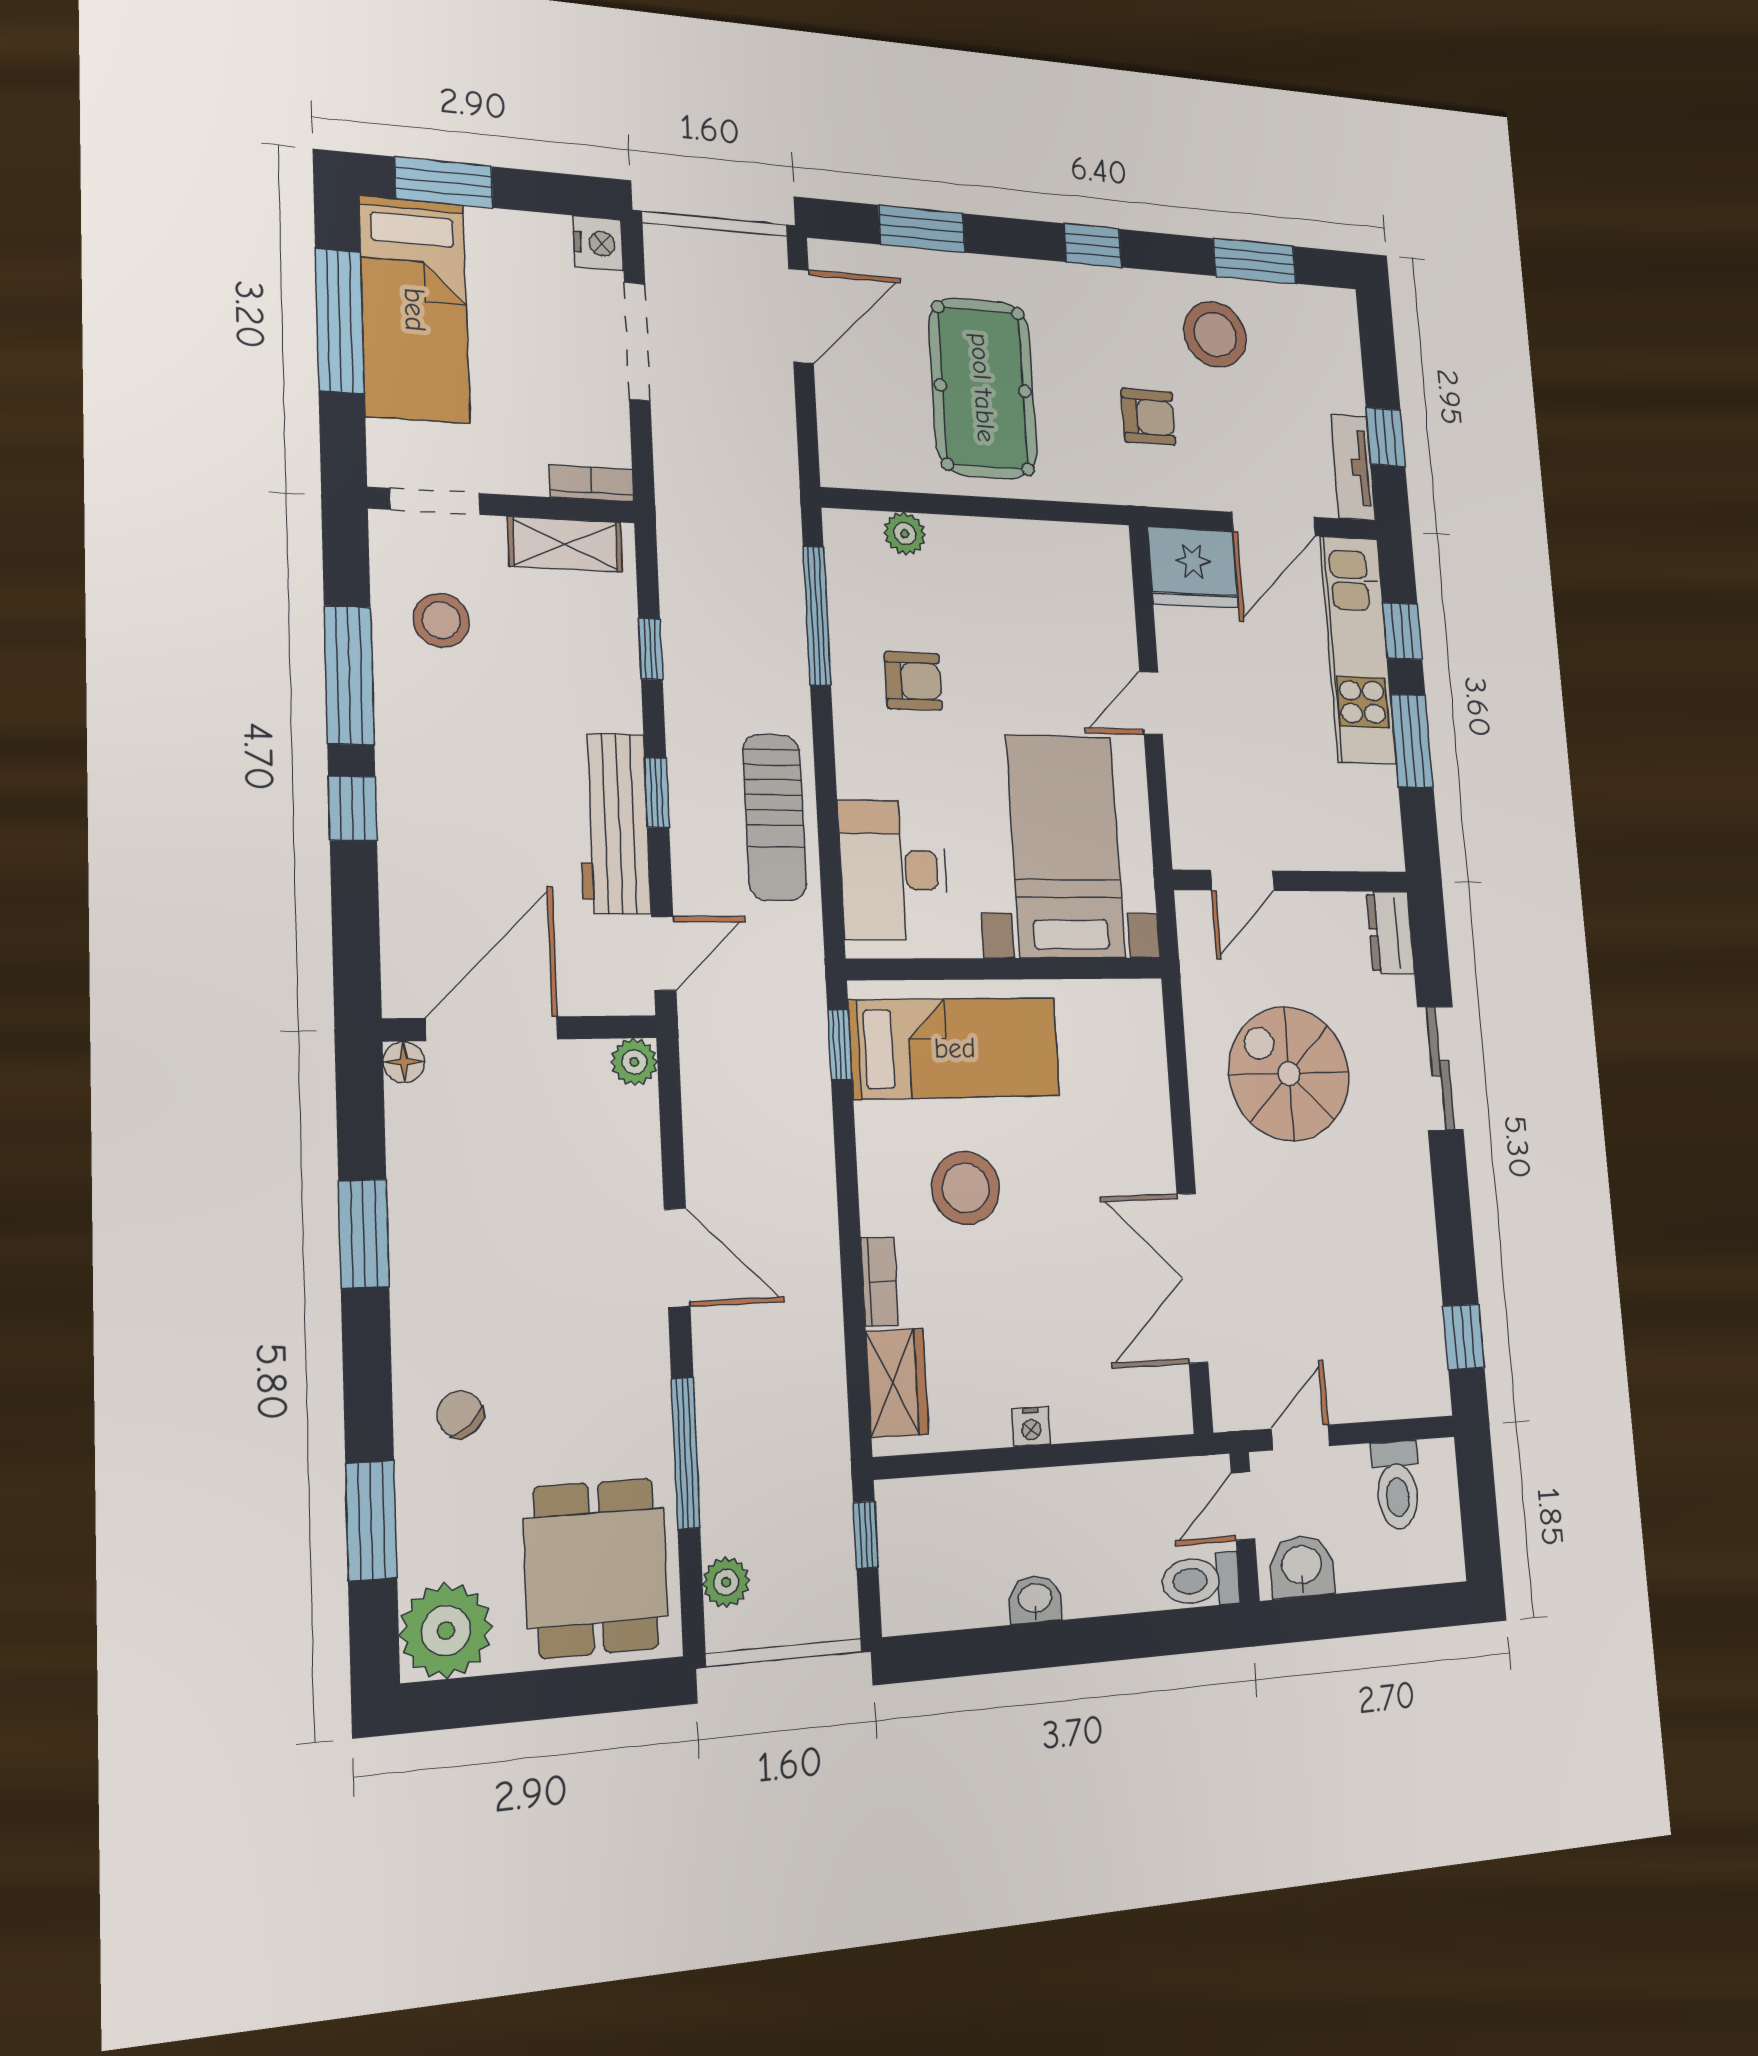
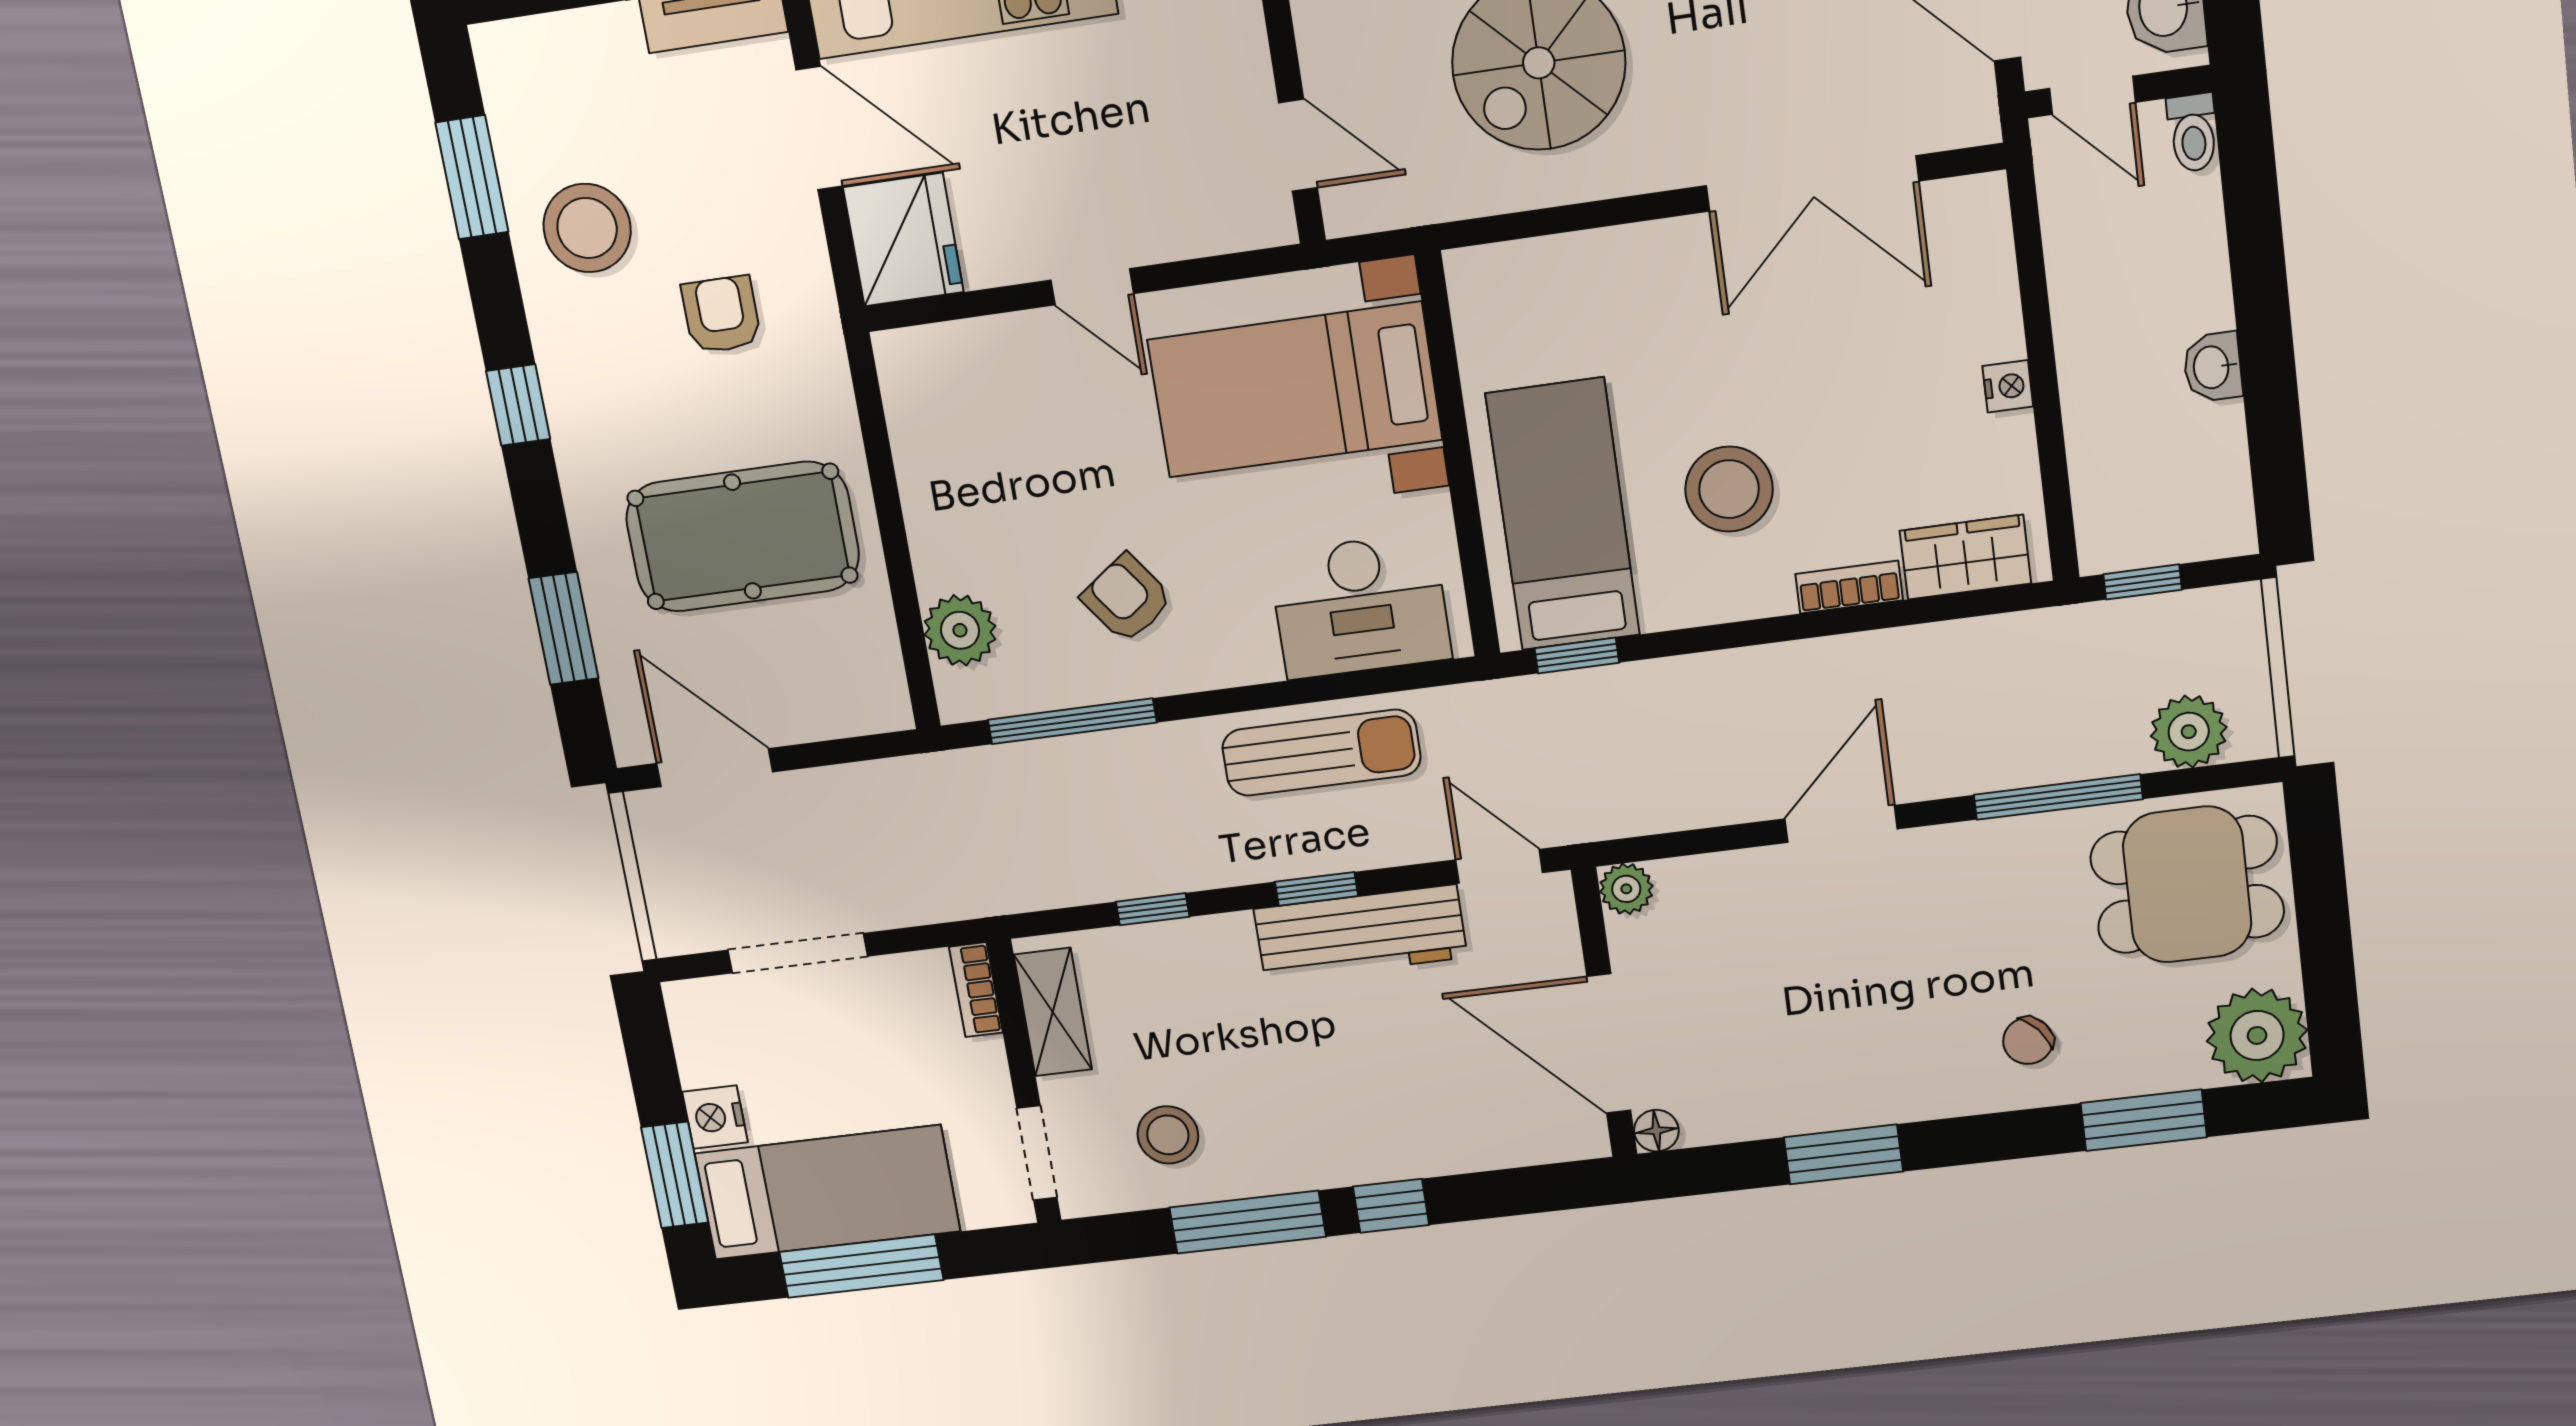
nightstand: (598, 243) -> (715, 1117), moved, turned -90
plant: (905, 534) -> (960, 630), width x1.38, depth x1.38
armchair: (913, 681) -> (1127, 598), turned -36
toilet: (1201, 1580) -> (2193, 133), width x0.73, depth x0.72
plant: (726, 1582) -> (2189, 732), width x1.38, depth x1.38

